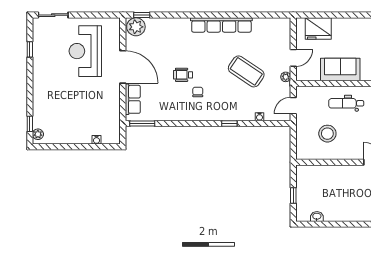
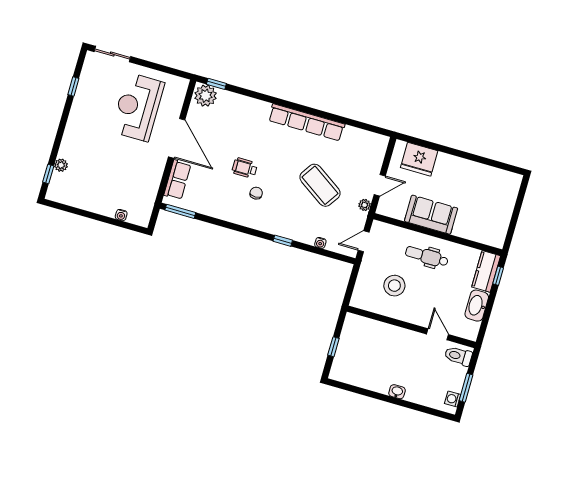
plant: (38, 134) -> (61, 165), moved
washbasin: (317, 217) -> (397, 392), moved

